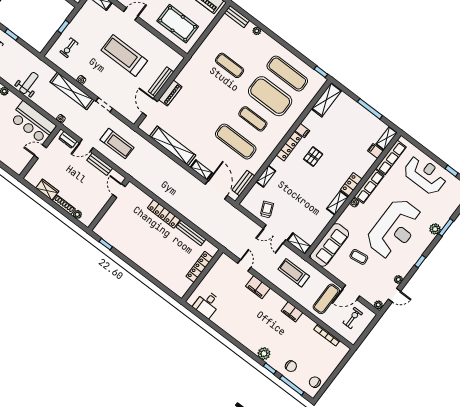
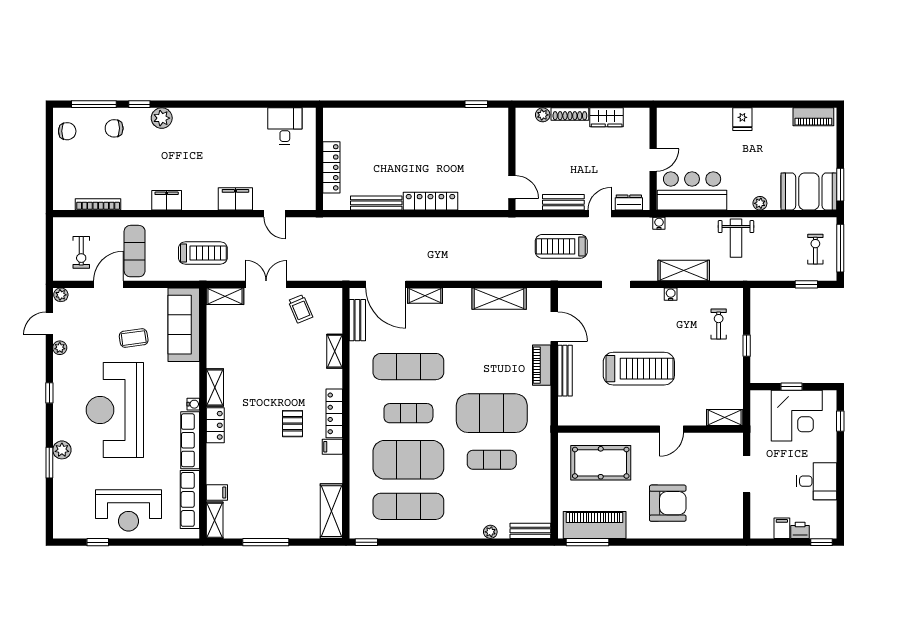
exercise mat: (212, 88) -> (492, 413), added
shelving: (72, 91) -> (684, 270), width x0.68
shelving: (173, 146) -> (499, 299), width x0.68

